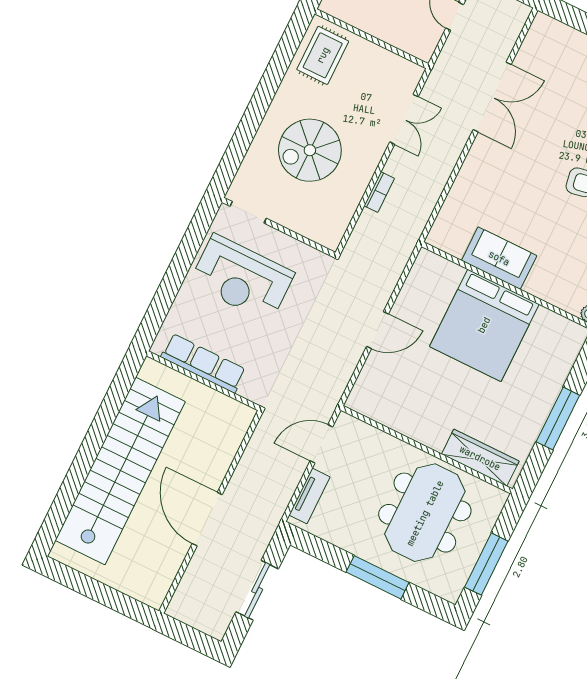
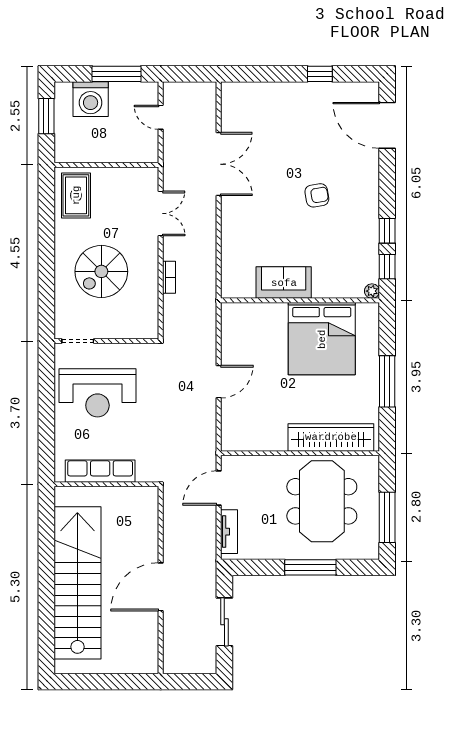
bed: (484, 325) -> (322, 339), moved
wardrobe: (480, 458) -> (331, 437), width x1.40, depth x1.17
door: (207, 519) -> (161, 587), hinge flipped

